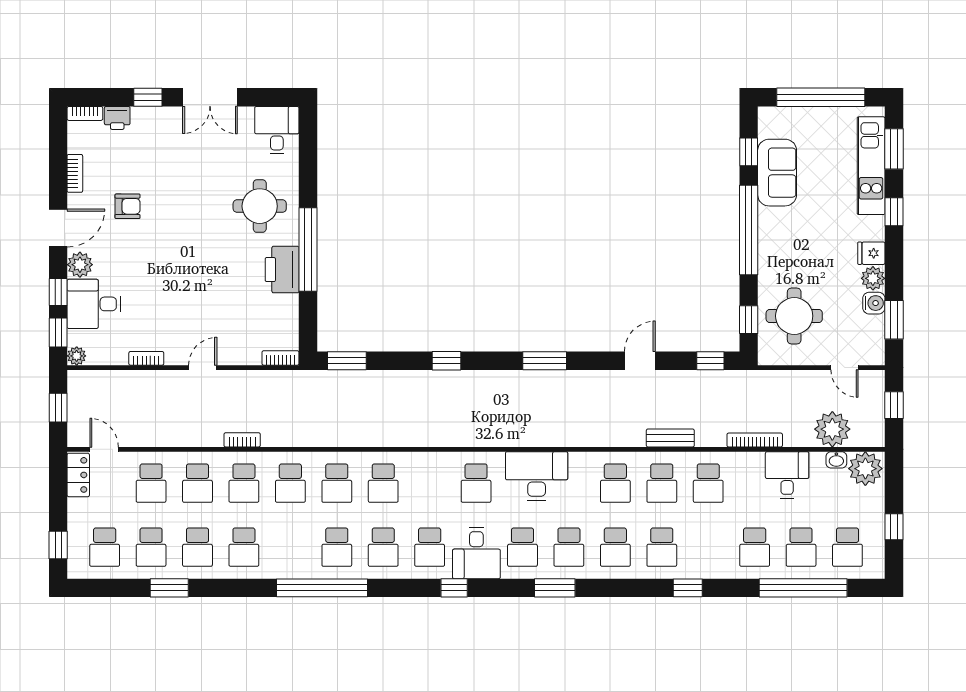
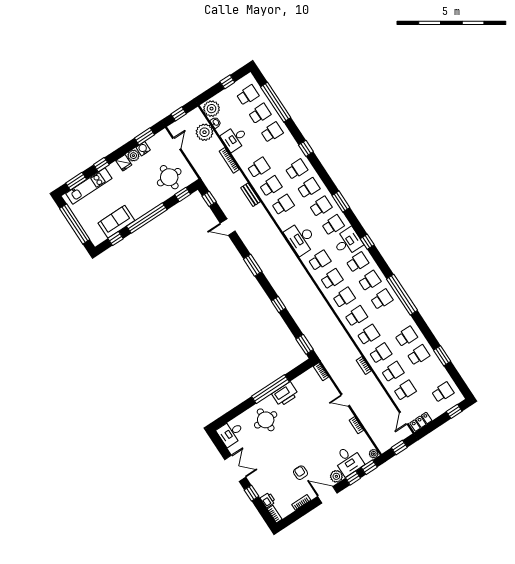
school desk: (151, 547) -> (332, 279), moved

